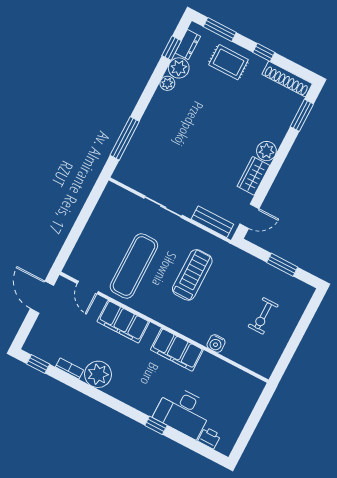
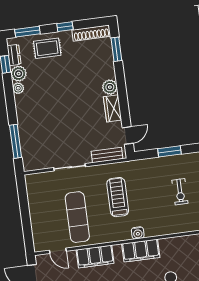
water cooler: (216, 344) -> (138, 233), moved

